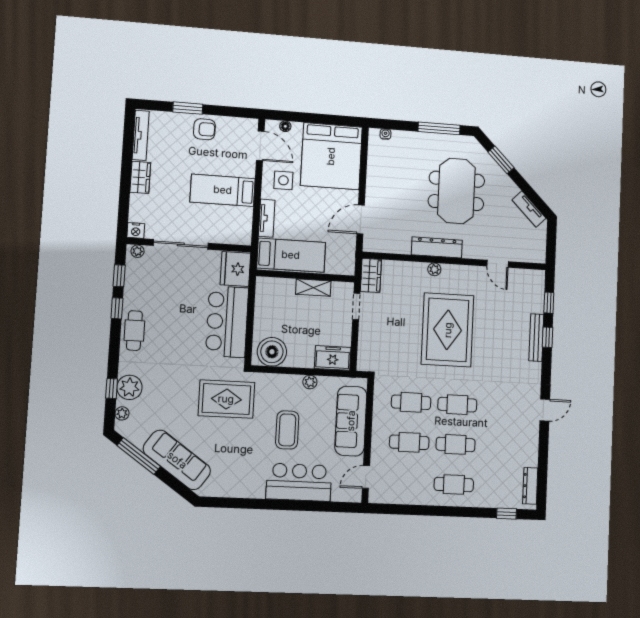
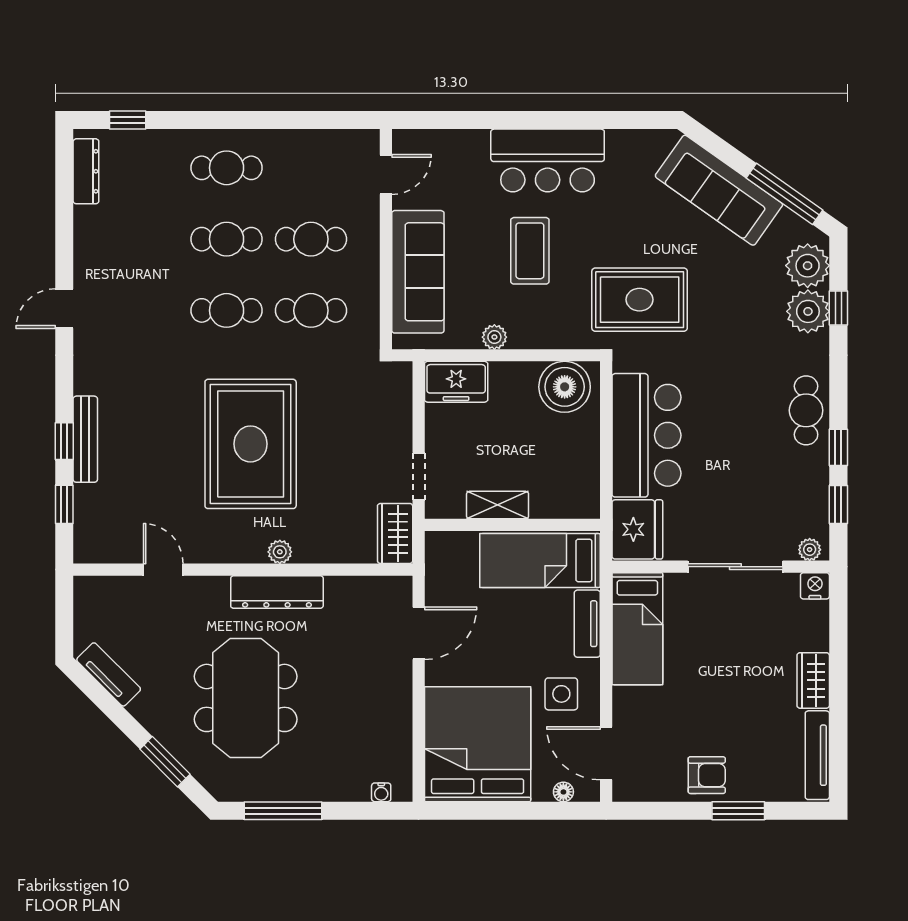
armchair: (204, 129) -> (707, 775), turned 180
bed: (223, 190) -> (637, 629), moved, turned 90
plant: (122, 413) -> (808, 266), width x1.88, depth x1.88
bar counter: (299, 482) -> (548, 160), moved

